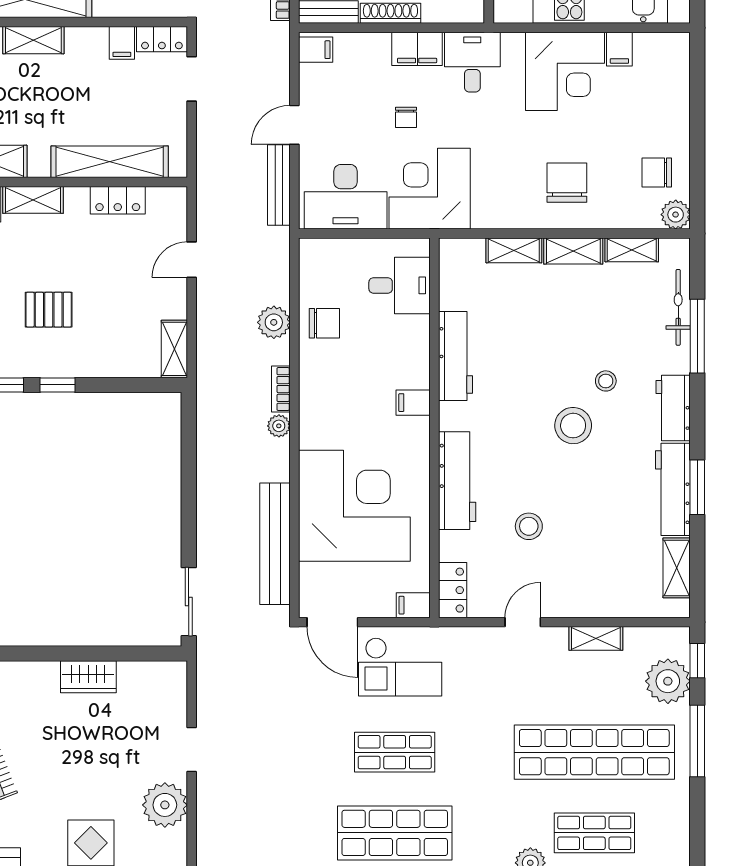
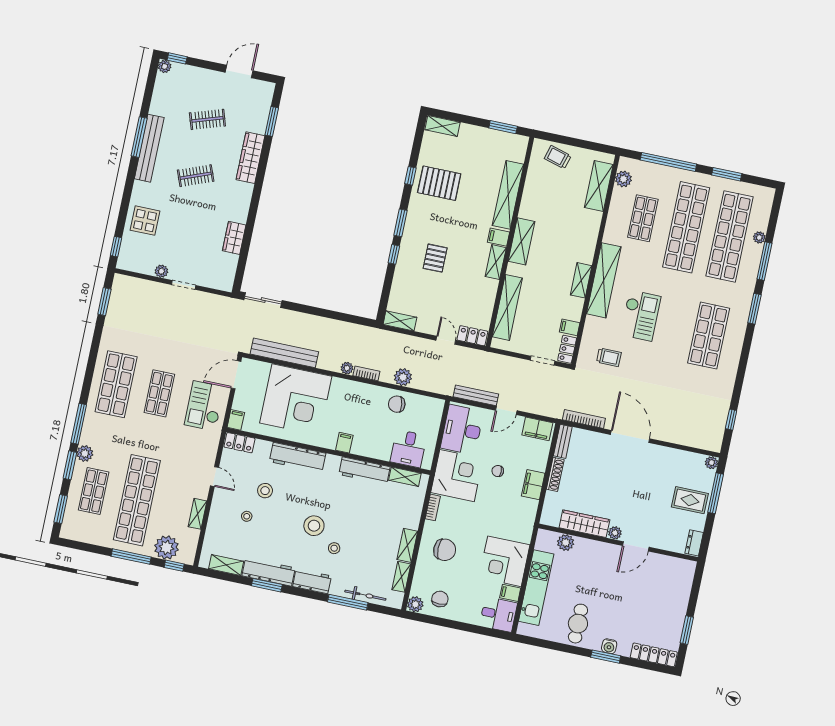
filing cabinet: (316, 50) -> (537, 429), width x2.00
desk: (472, 62) -> (498, 614), moved
door: (294, 125) -> (506, 410), swing flipped
locker: (118, 200) -> (472, 336), moved, turned 90
bookcase: (496, 220) -> (433, 507), added
shelving: (514, 250) -> (405, 477), moved, turned 90
chair: (324, 323) -> (397, 404), turned 82
stool: (582, 549) -> (247, 516), added
plant: (165, 805) -> (161, 271), width x0.53, depth x0.53

